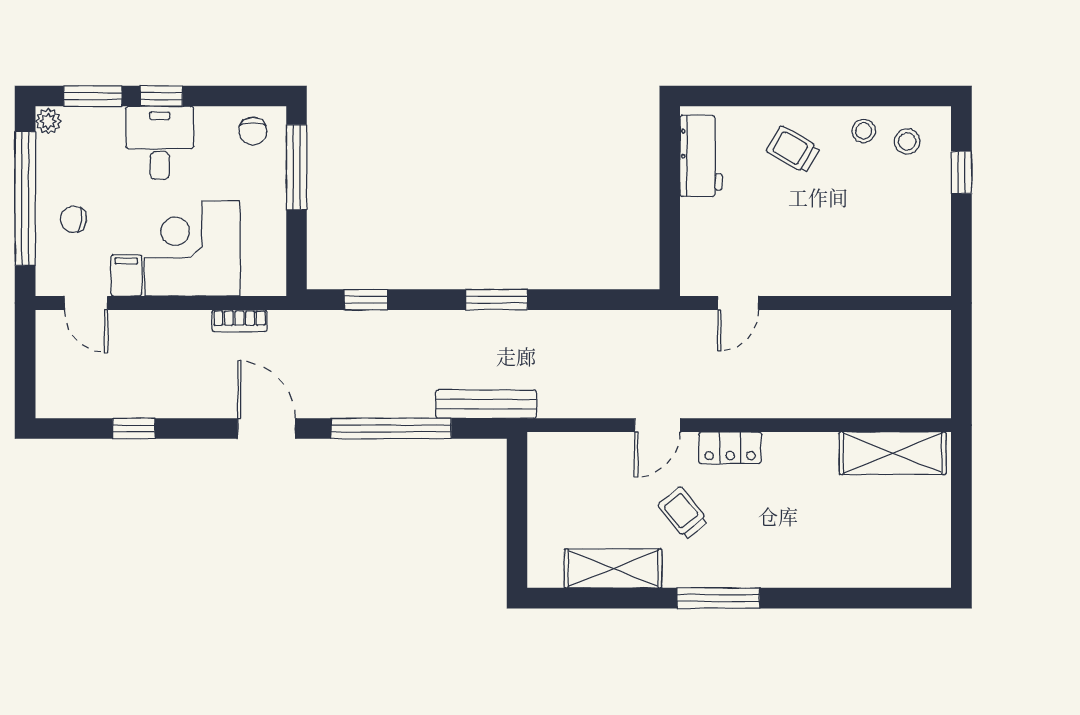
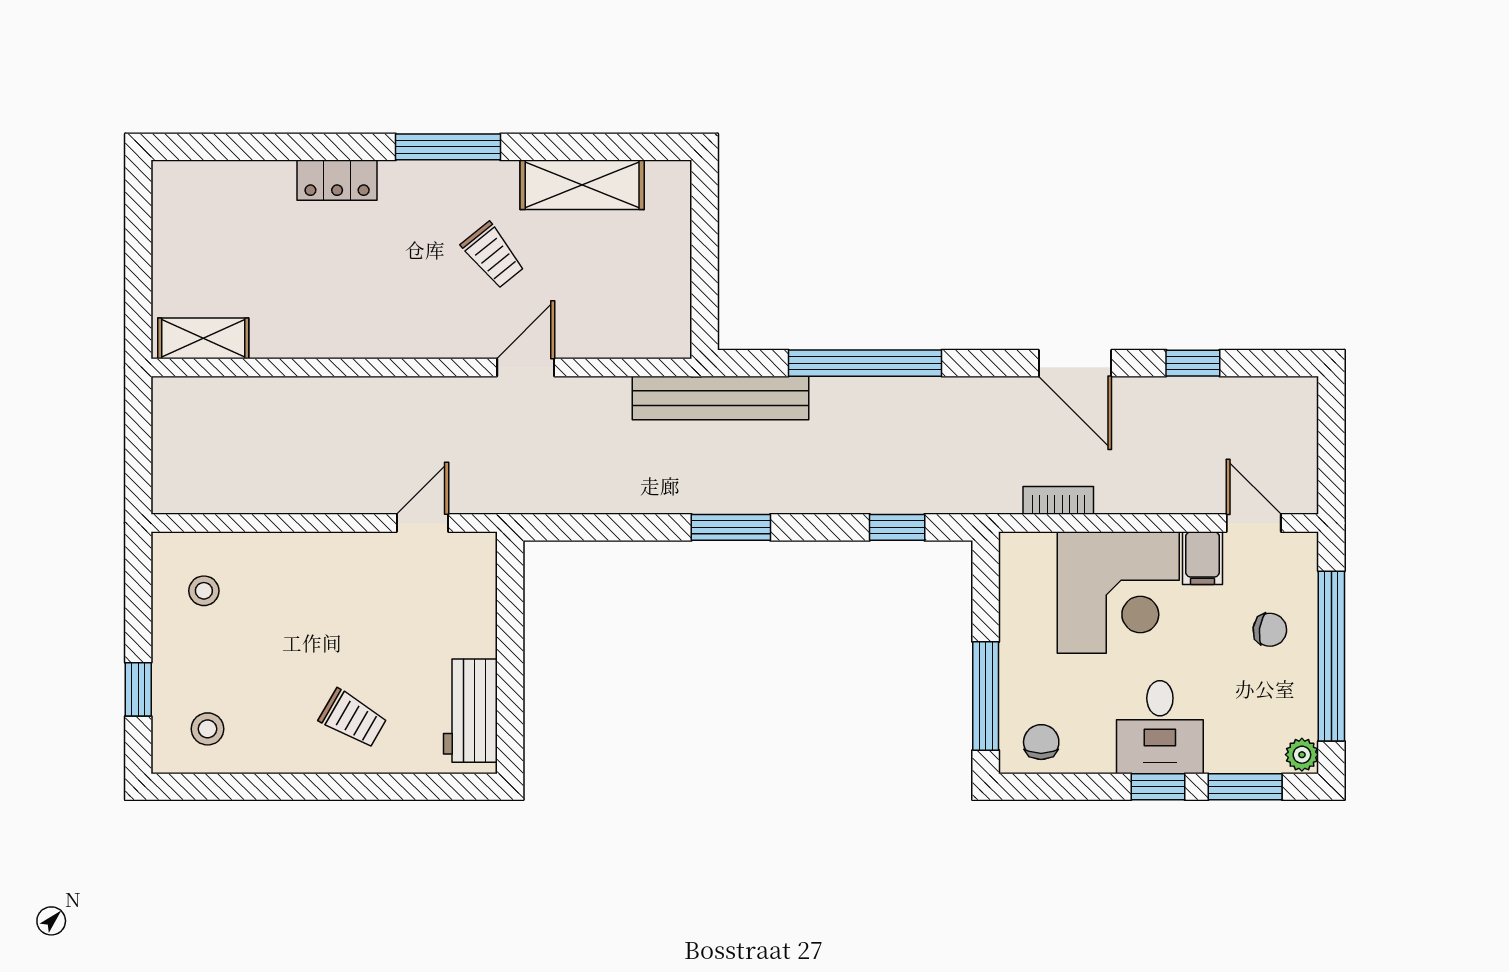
stool: (864, 131) -> (204, 591), moved
bench: (486, 404) -> (720, 398), width x1.37, depth x1.21
door: (266, 428) -> (1075, 363), moved
locker: (730, 448) -> (337, 180), moved, turned 180
shelving: (893, 453) -> (203, 338), width x0.67, depth x0.75

